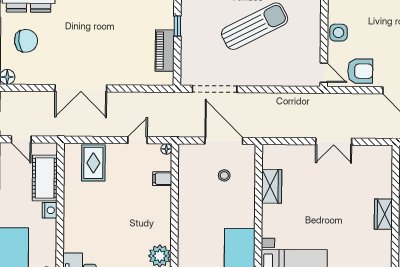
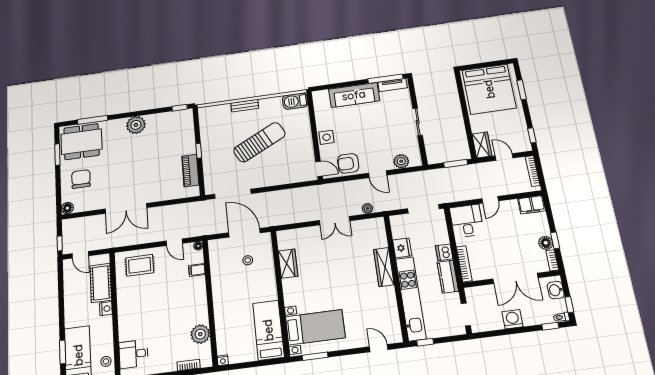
chair: (26, 41) -> (81, 179), turned -83
armchair: (360, 71) -> (348, 163), turned 180
plant: (375, 132) -> (367, 208), added
door: (138, 140) -> (174, 242), swing flipped
rug: (93, 163) -> (140, 265), turned 90
wardrobe: (383, 214) -> (384, 267), width x1.50

